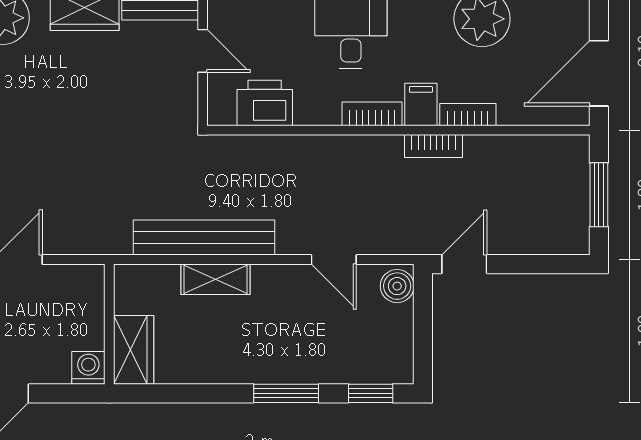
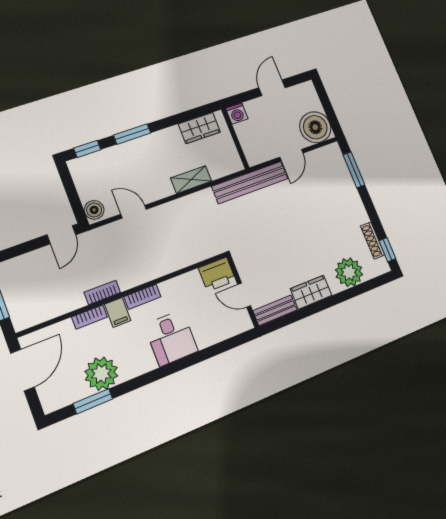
printer: (265, 103) -> (217, 274), moved
bench: (204, 238) -> (250, 182), moved
wardrobe: (134, 350) -> (199, 128), moved, turned -90

